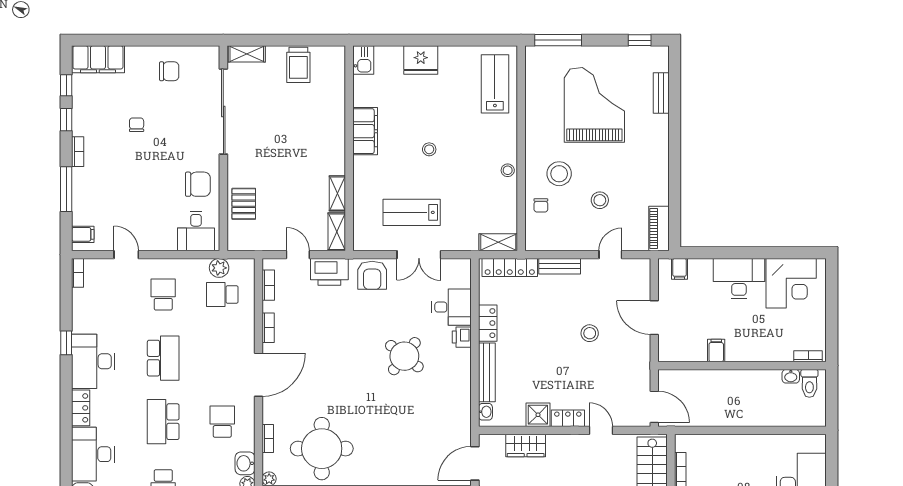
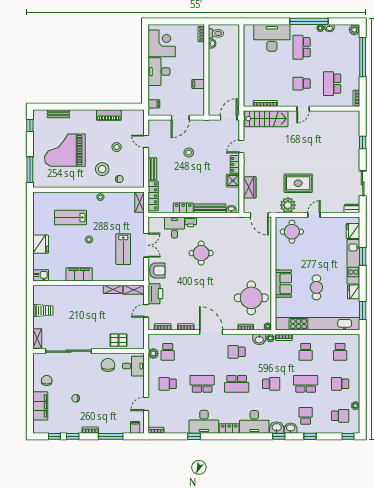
filing cabinet: (98, 59) -> (40, 406), moved
lab bench: (495, 84) -> (71, 218), moved
piano: (659, 229) -> (109, 115), moved
round table: (404, 356) -> (201, 253), turned -38

